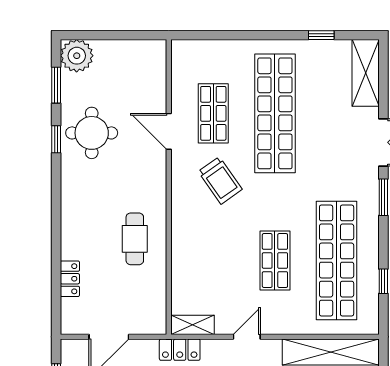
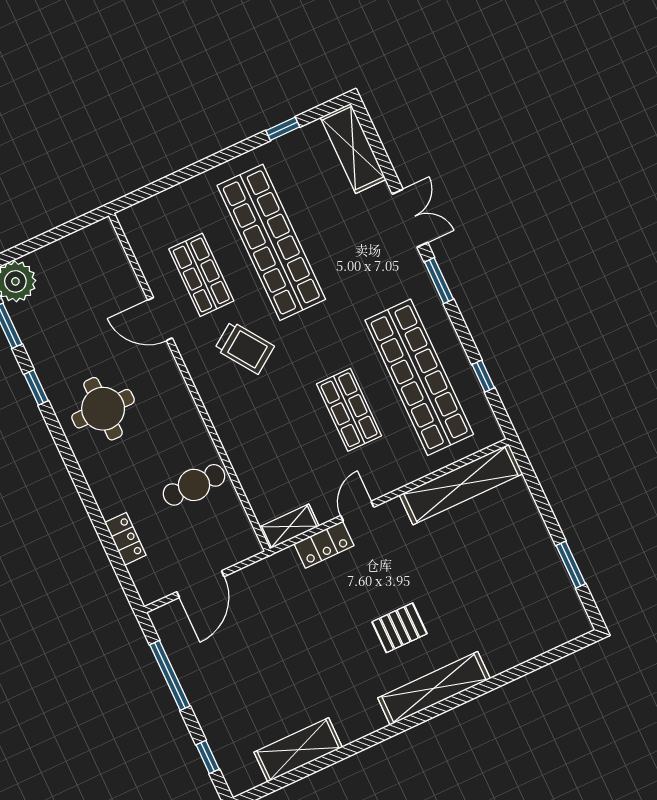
round table: (92, 133) -> (103, 409), moved
cafe table: (135, 239) -> (194, 485), moved, turned 90
locker: (180, 350) -> (324, 545), moved

